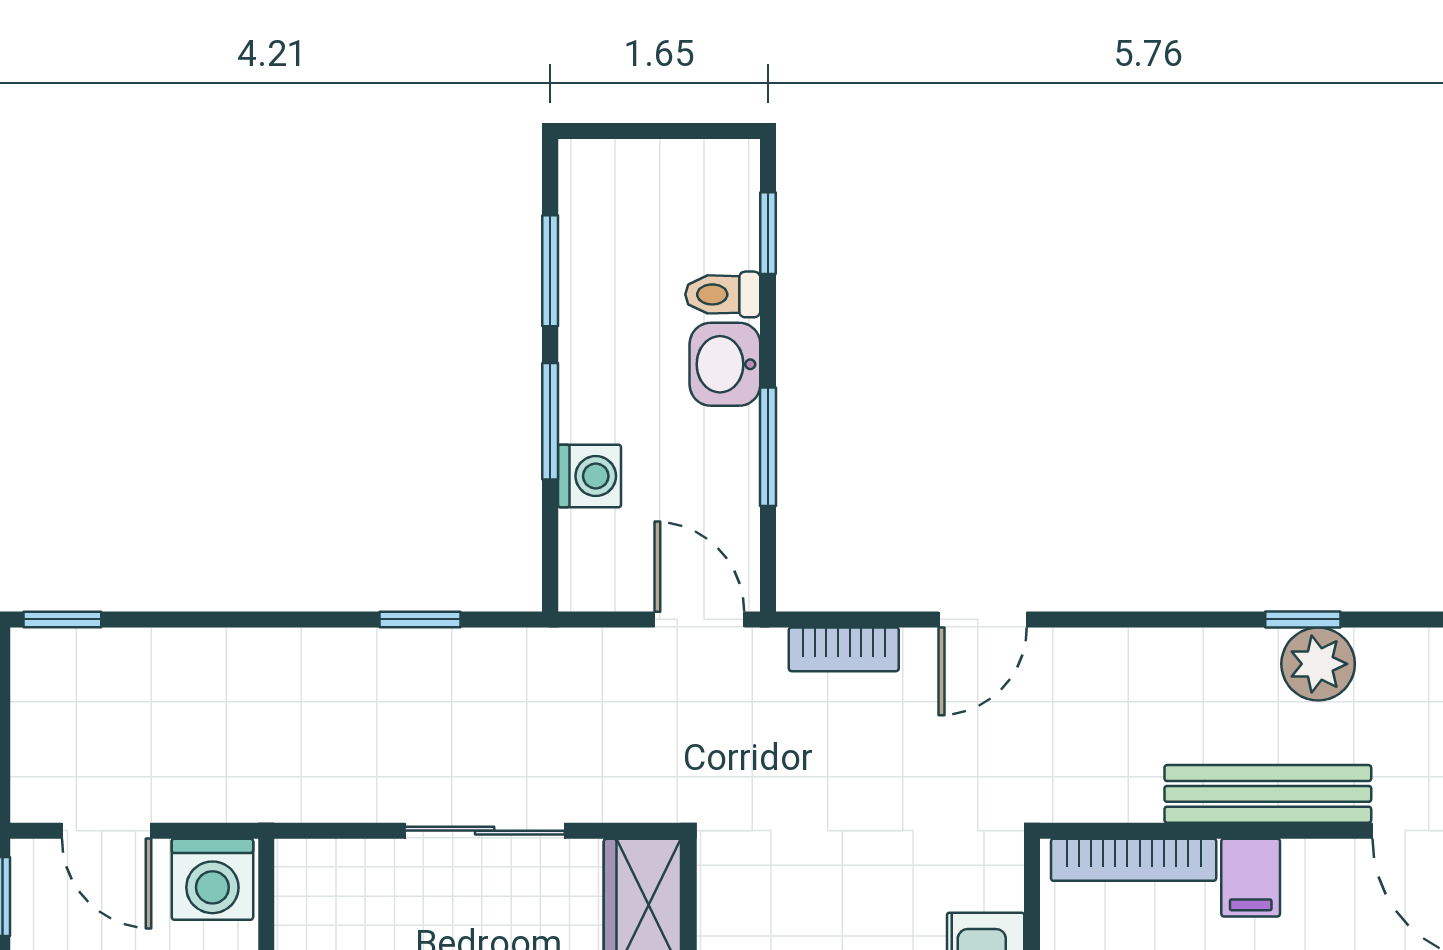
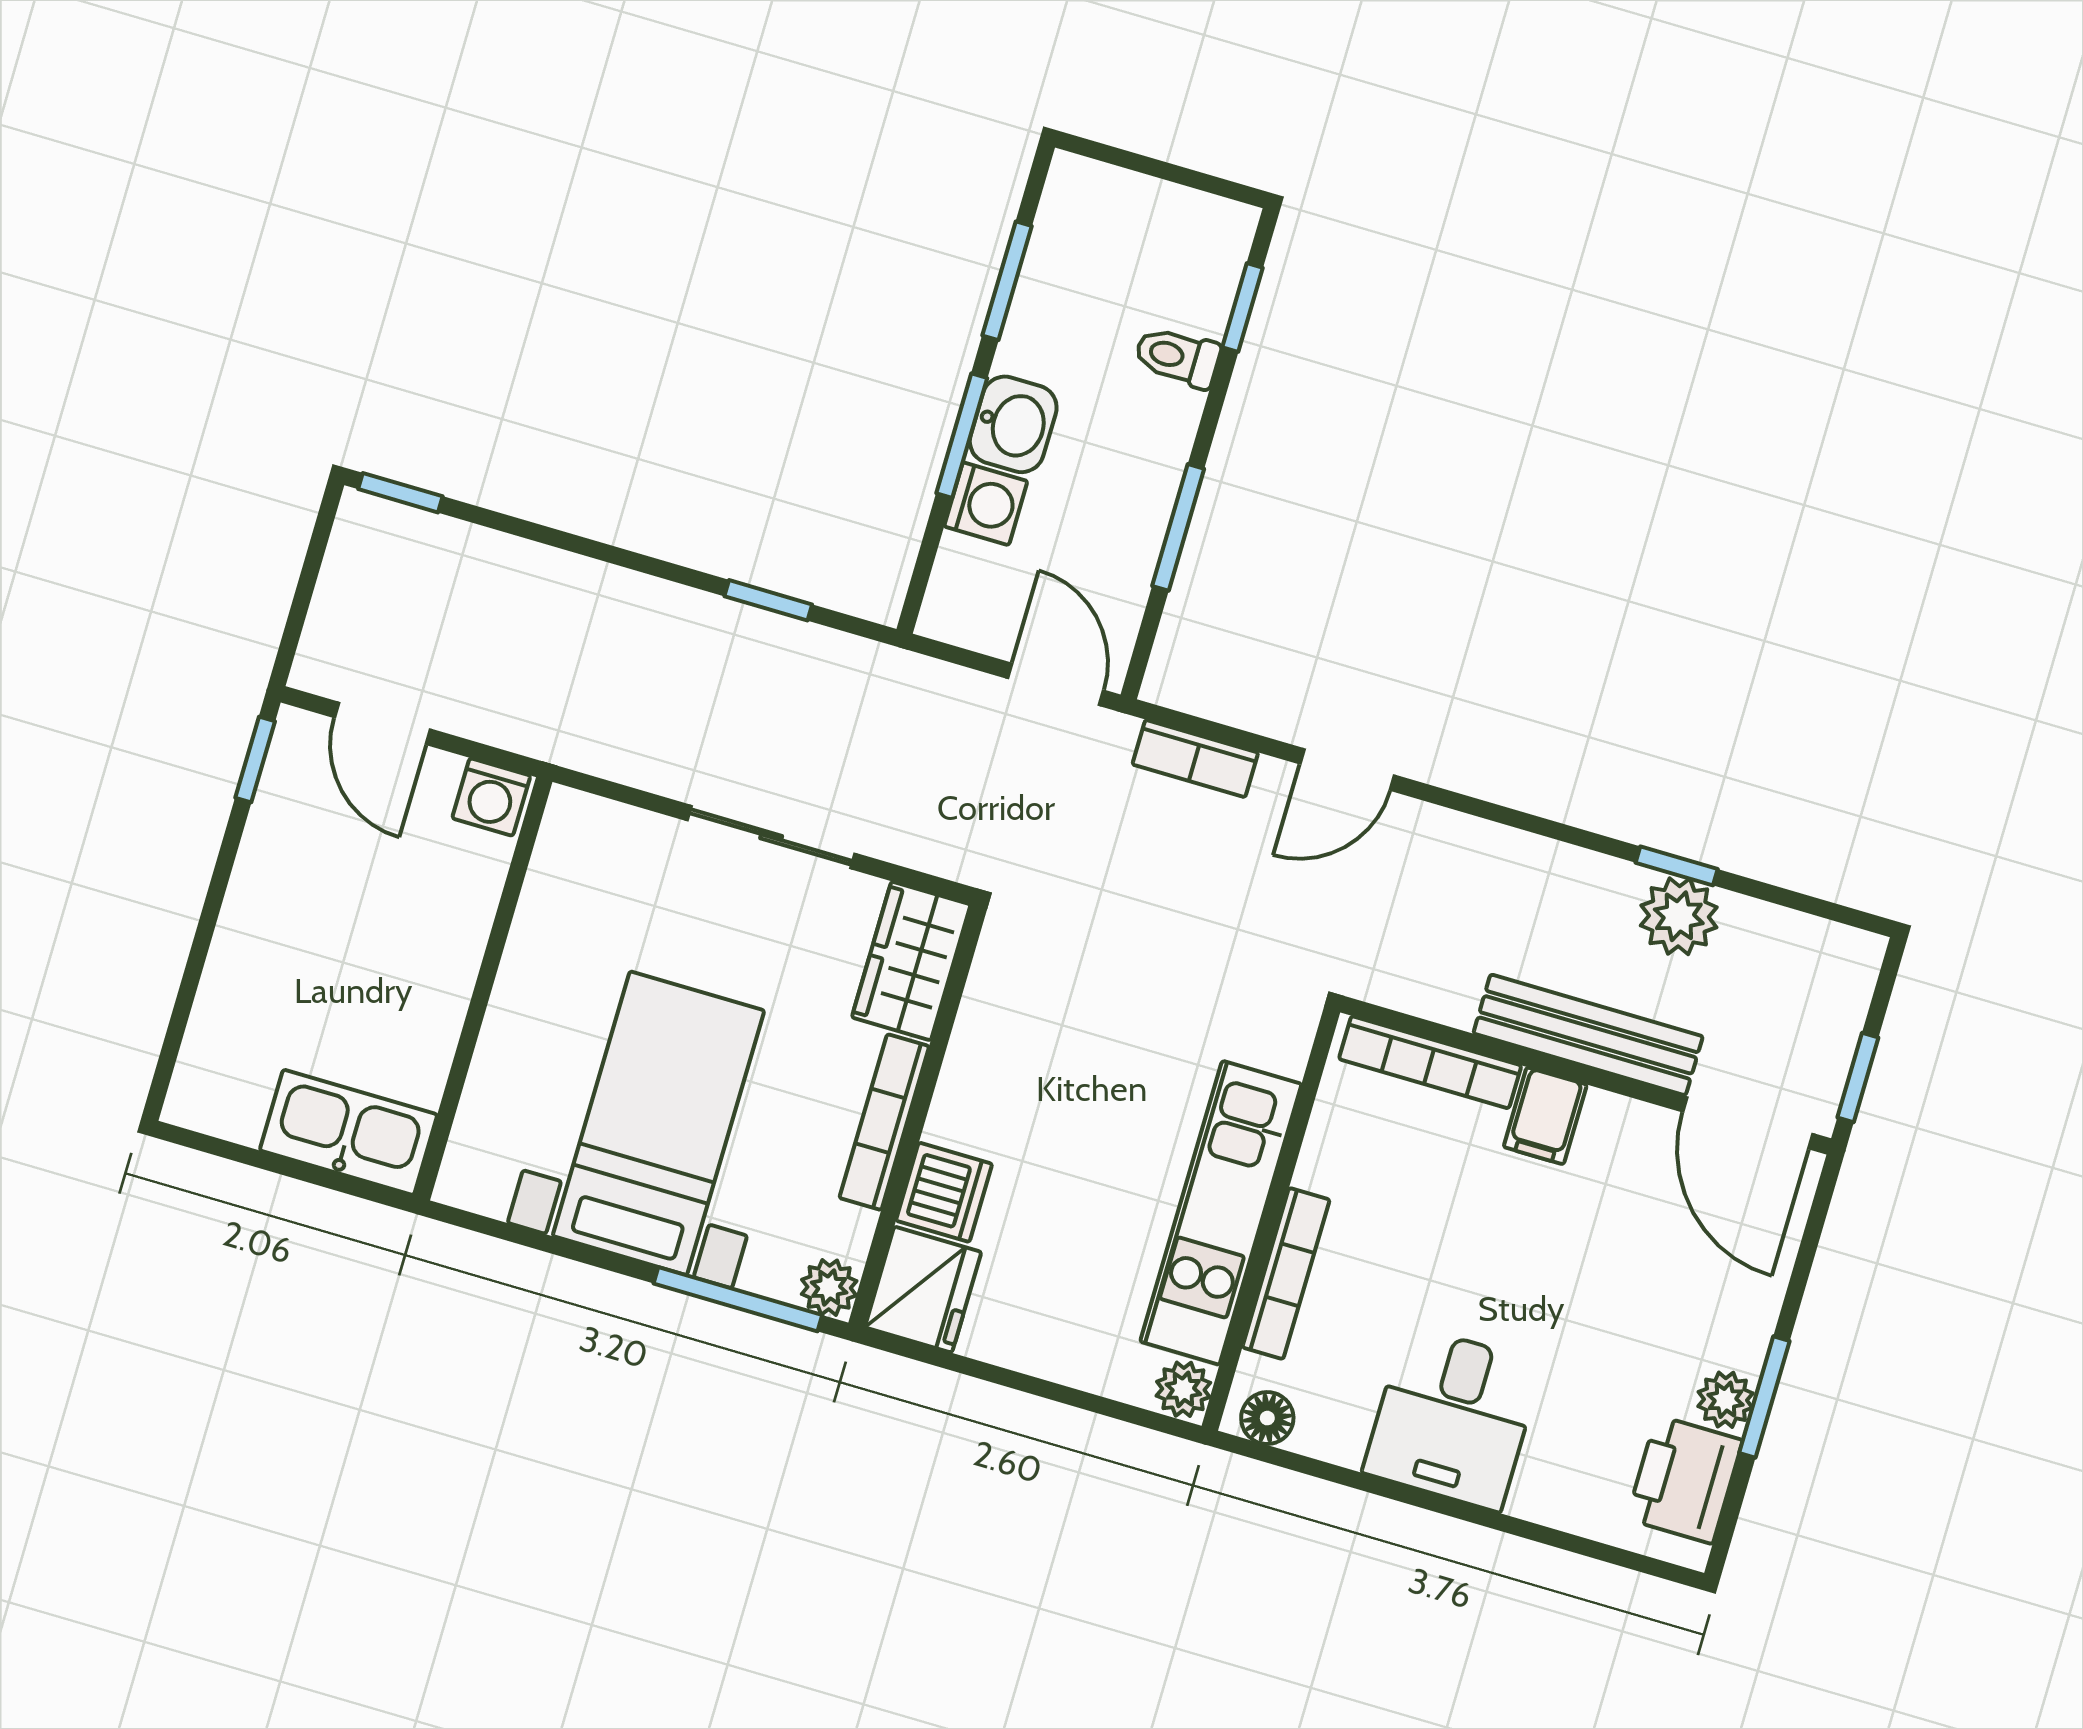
washbasin: (725, 364) -> (1013, 424), moved, turned 180
washing machine: (212, 879) -> (491, 797), width x0.73, depth x0.73

